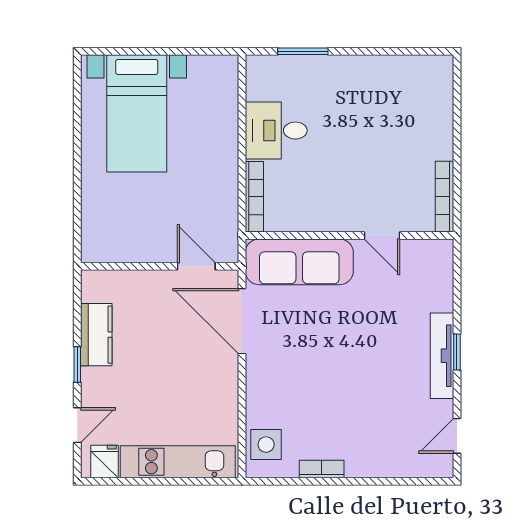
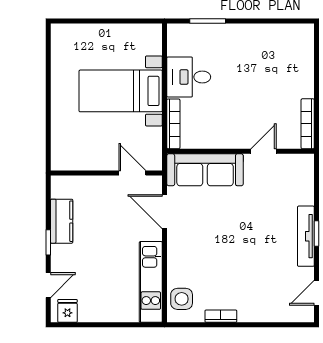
bed with nightstands: (137, 113) -> (121, 91), moved, turned 90
door: (382, 236) -> (264, 151), swing flipped
door: (242, 321) -> (165, 212), width x0.73
kitchen unit: (178, 462) -> (151, 282), moved, turned -90

